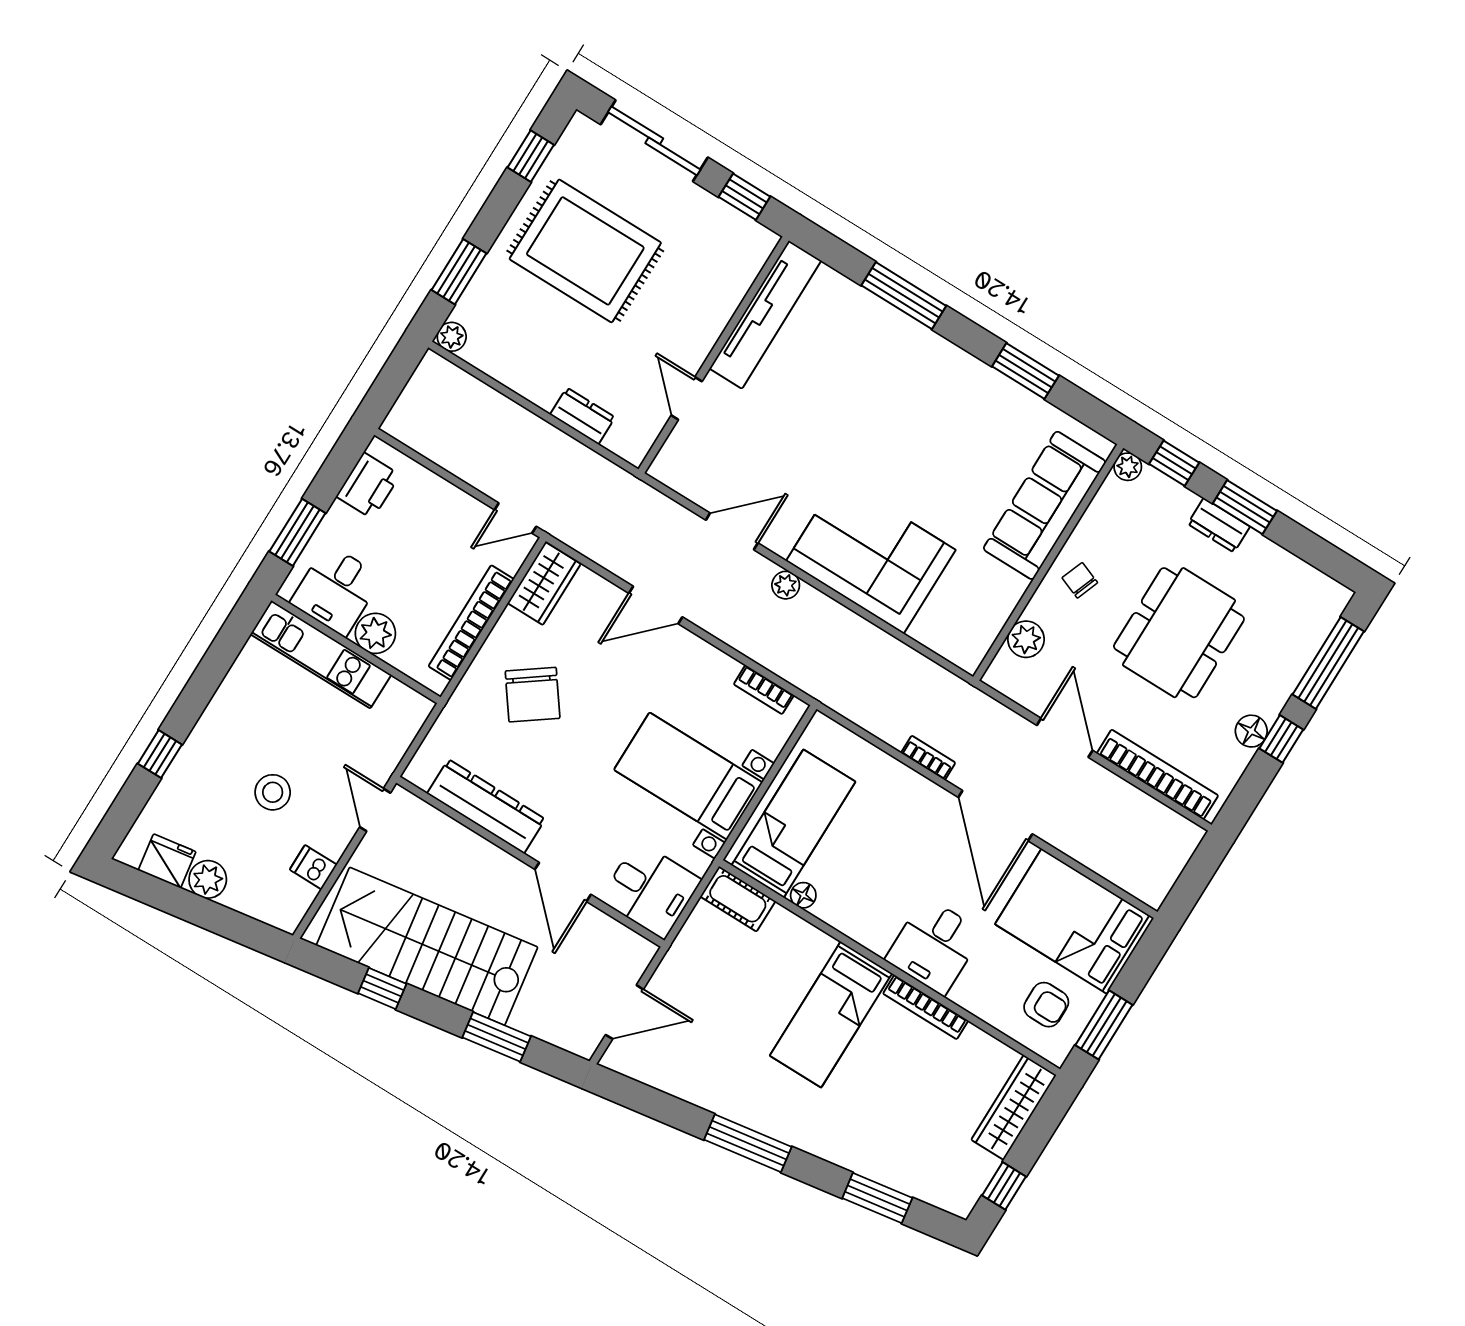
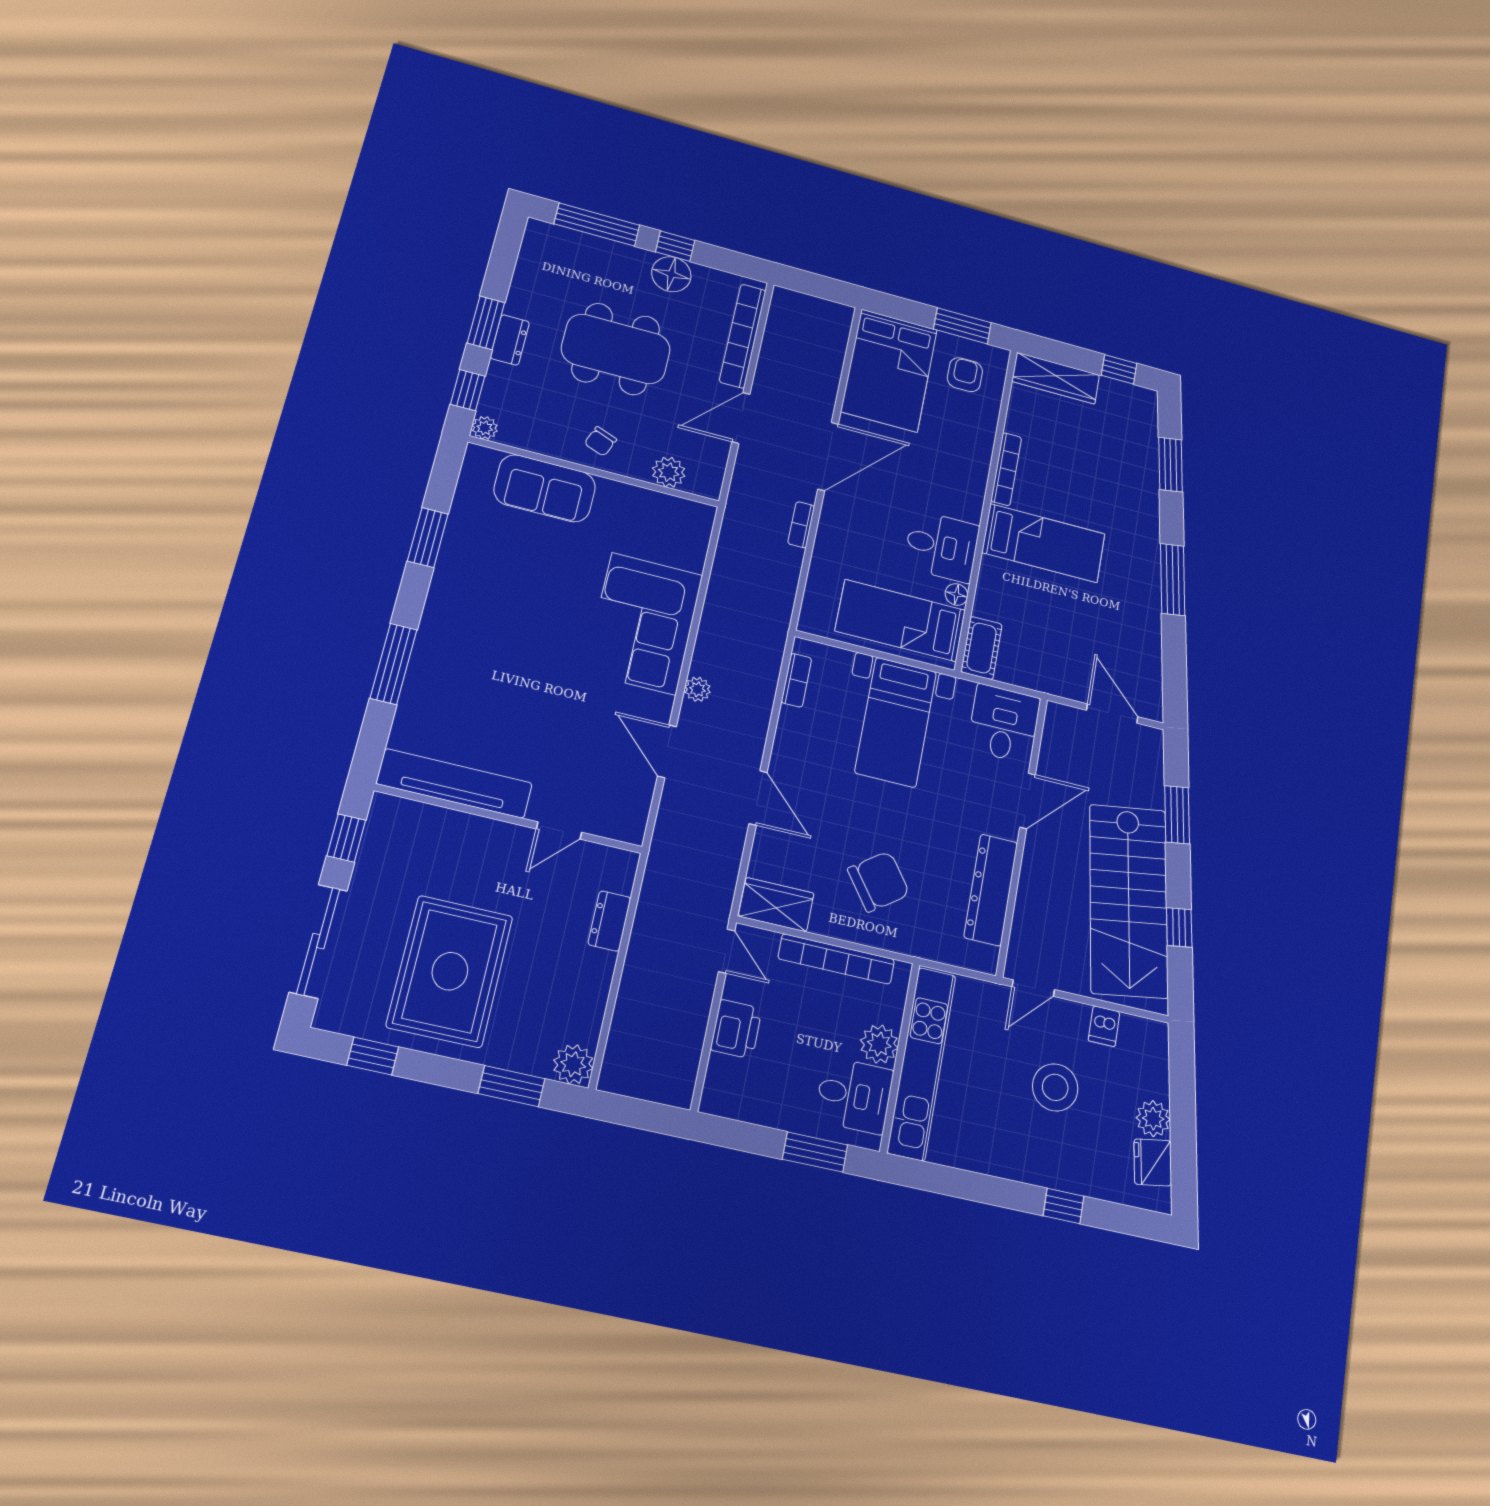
plant: (452, 337) -> (573, 1064), width x1.38, depth x1.38
printer: (368, 486) -> (736, 1029), moved, turned 90
sofa: (1045, 505) -> (545, 488), width x0.73
kitchen unit: (321, 655) -> (922, 1063), width x1.36
floor lamp: (1251, 731) -> (671, 274), width x1.38, depth x1.38
stool: (273, 792) -> (1055, 1087), width x1.38, depth x1.38
desk: (934, 946) -> (942, 546), moved

